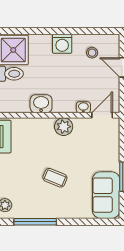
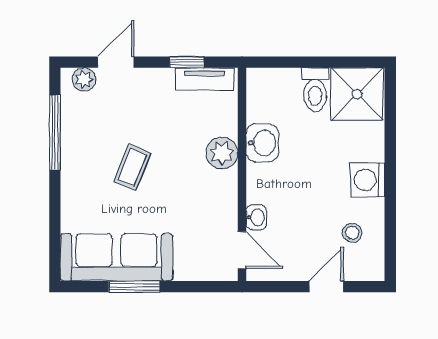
plant: (64, 127) -> (222, 153), moved
sofa: (106, 195) -> (117, 257), width x1.36

